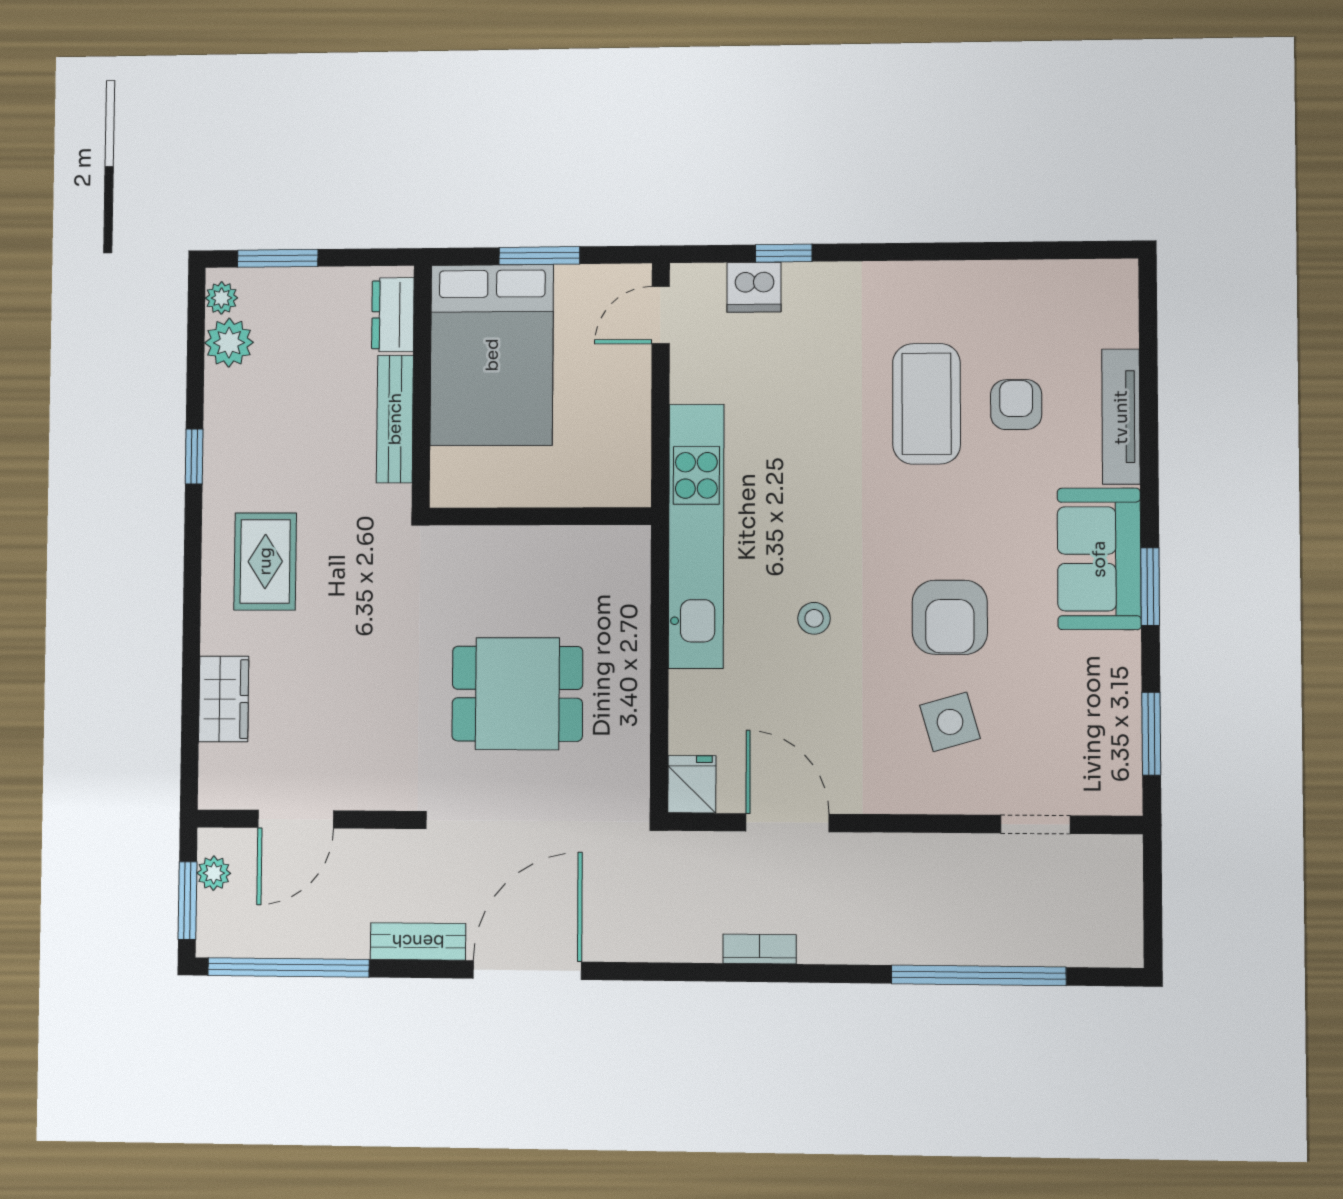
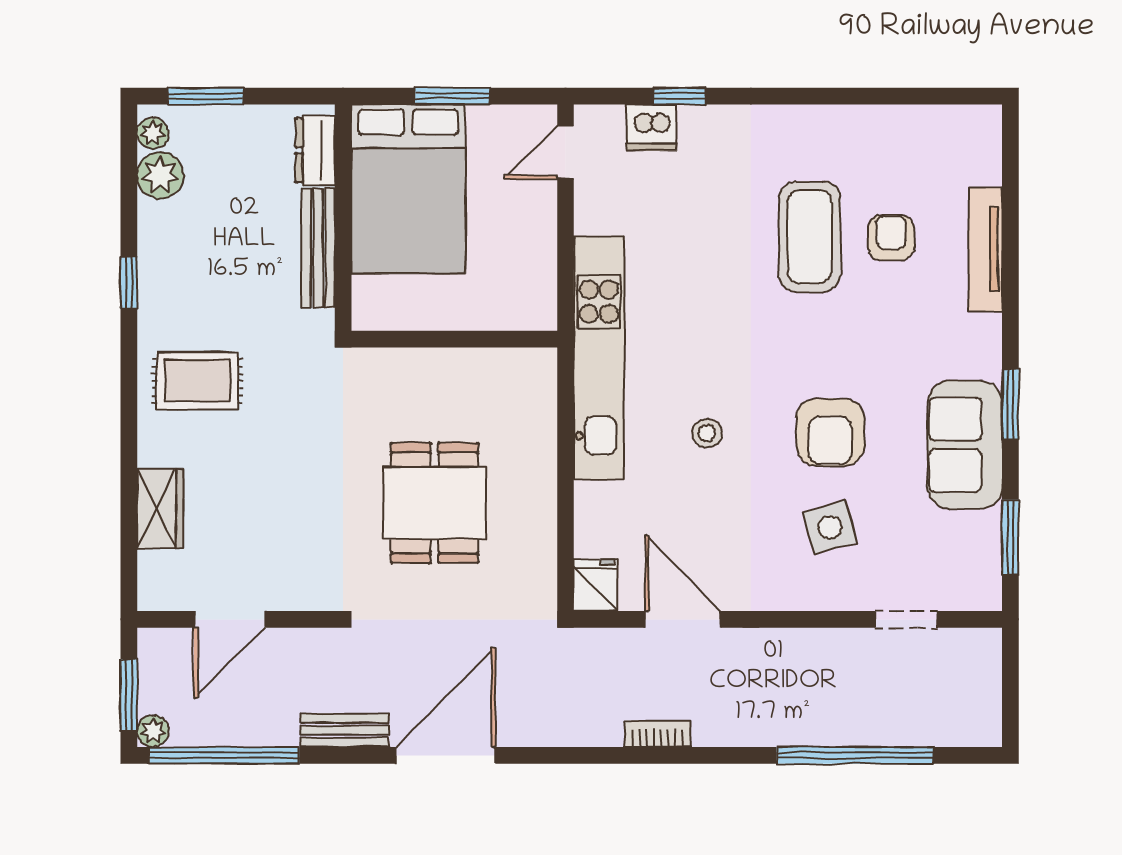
sofa: (1099, 559) -> (965, 445), moved
rug: (265, 561) -> (197, 381), turned 90
dining table: (517, 694) -> (435, 503), turned 90
plant: (214, 873) -> (153, 731), moved

